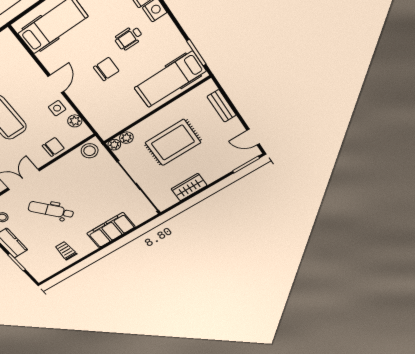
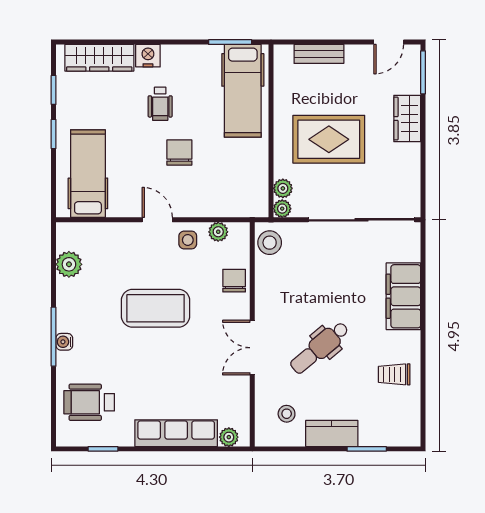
rug: (173, 143) -> (329, 139), turned 90
wardrobe: (189, 187) -> (407, 119), moved

